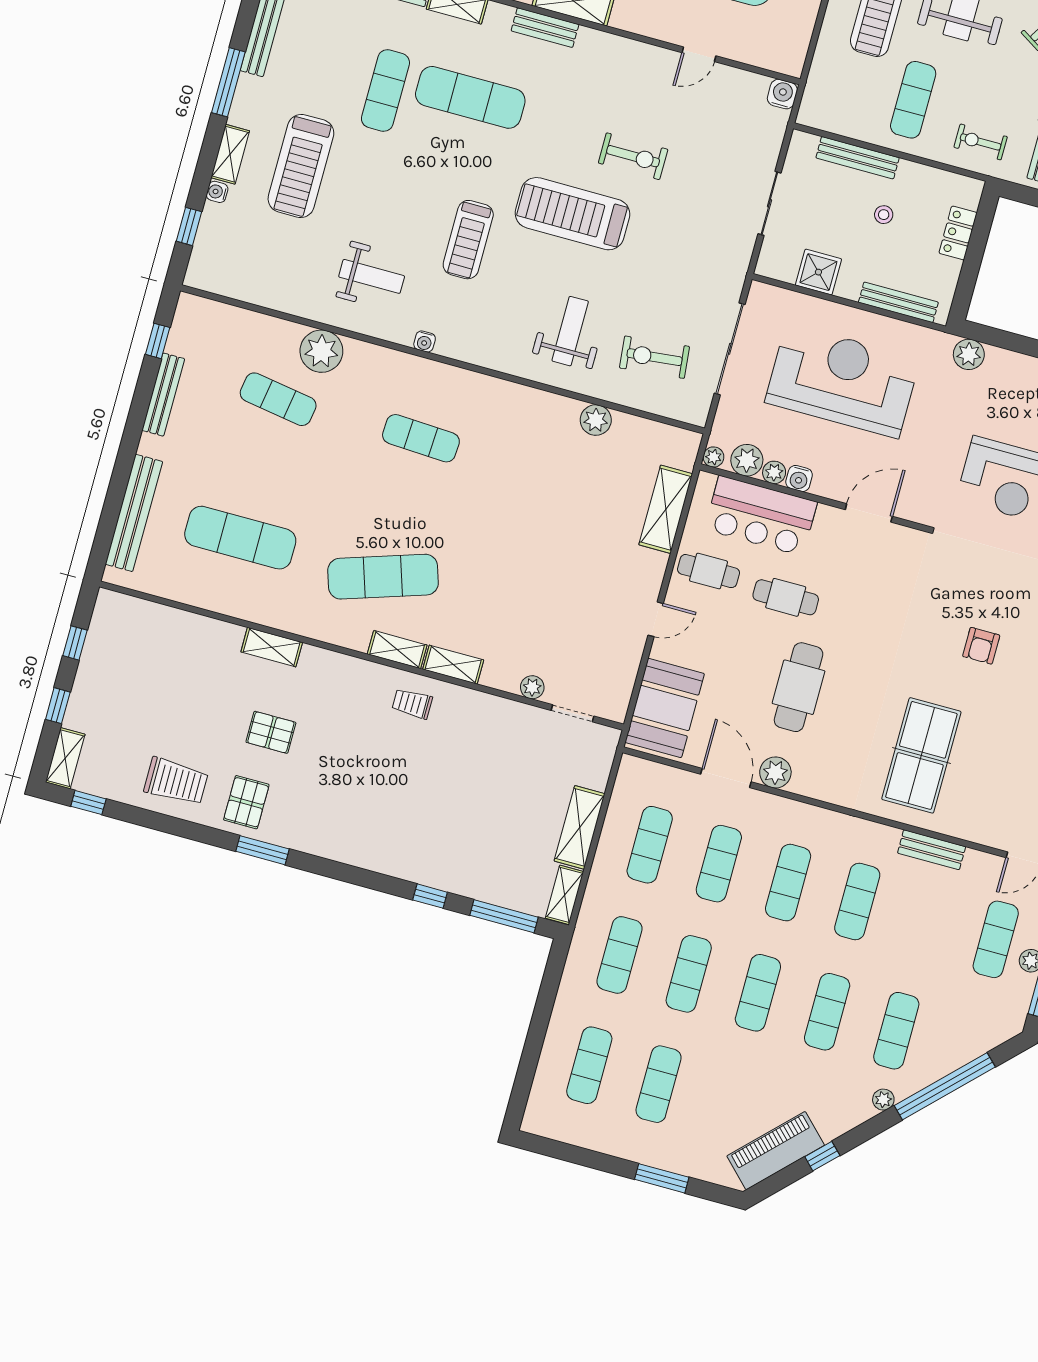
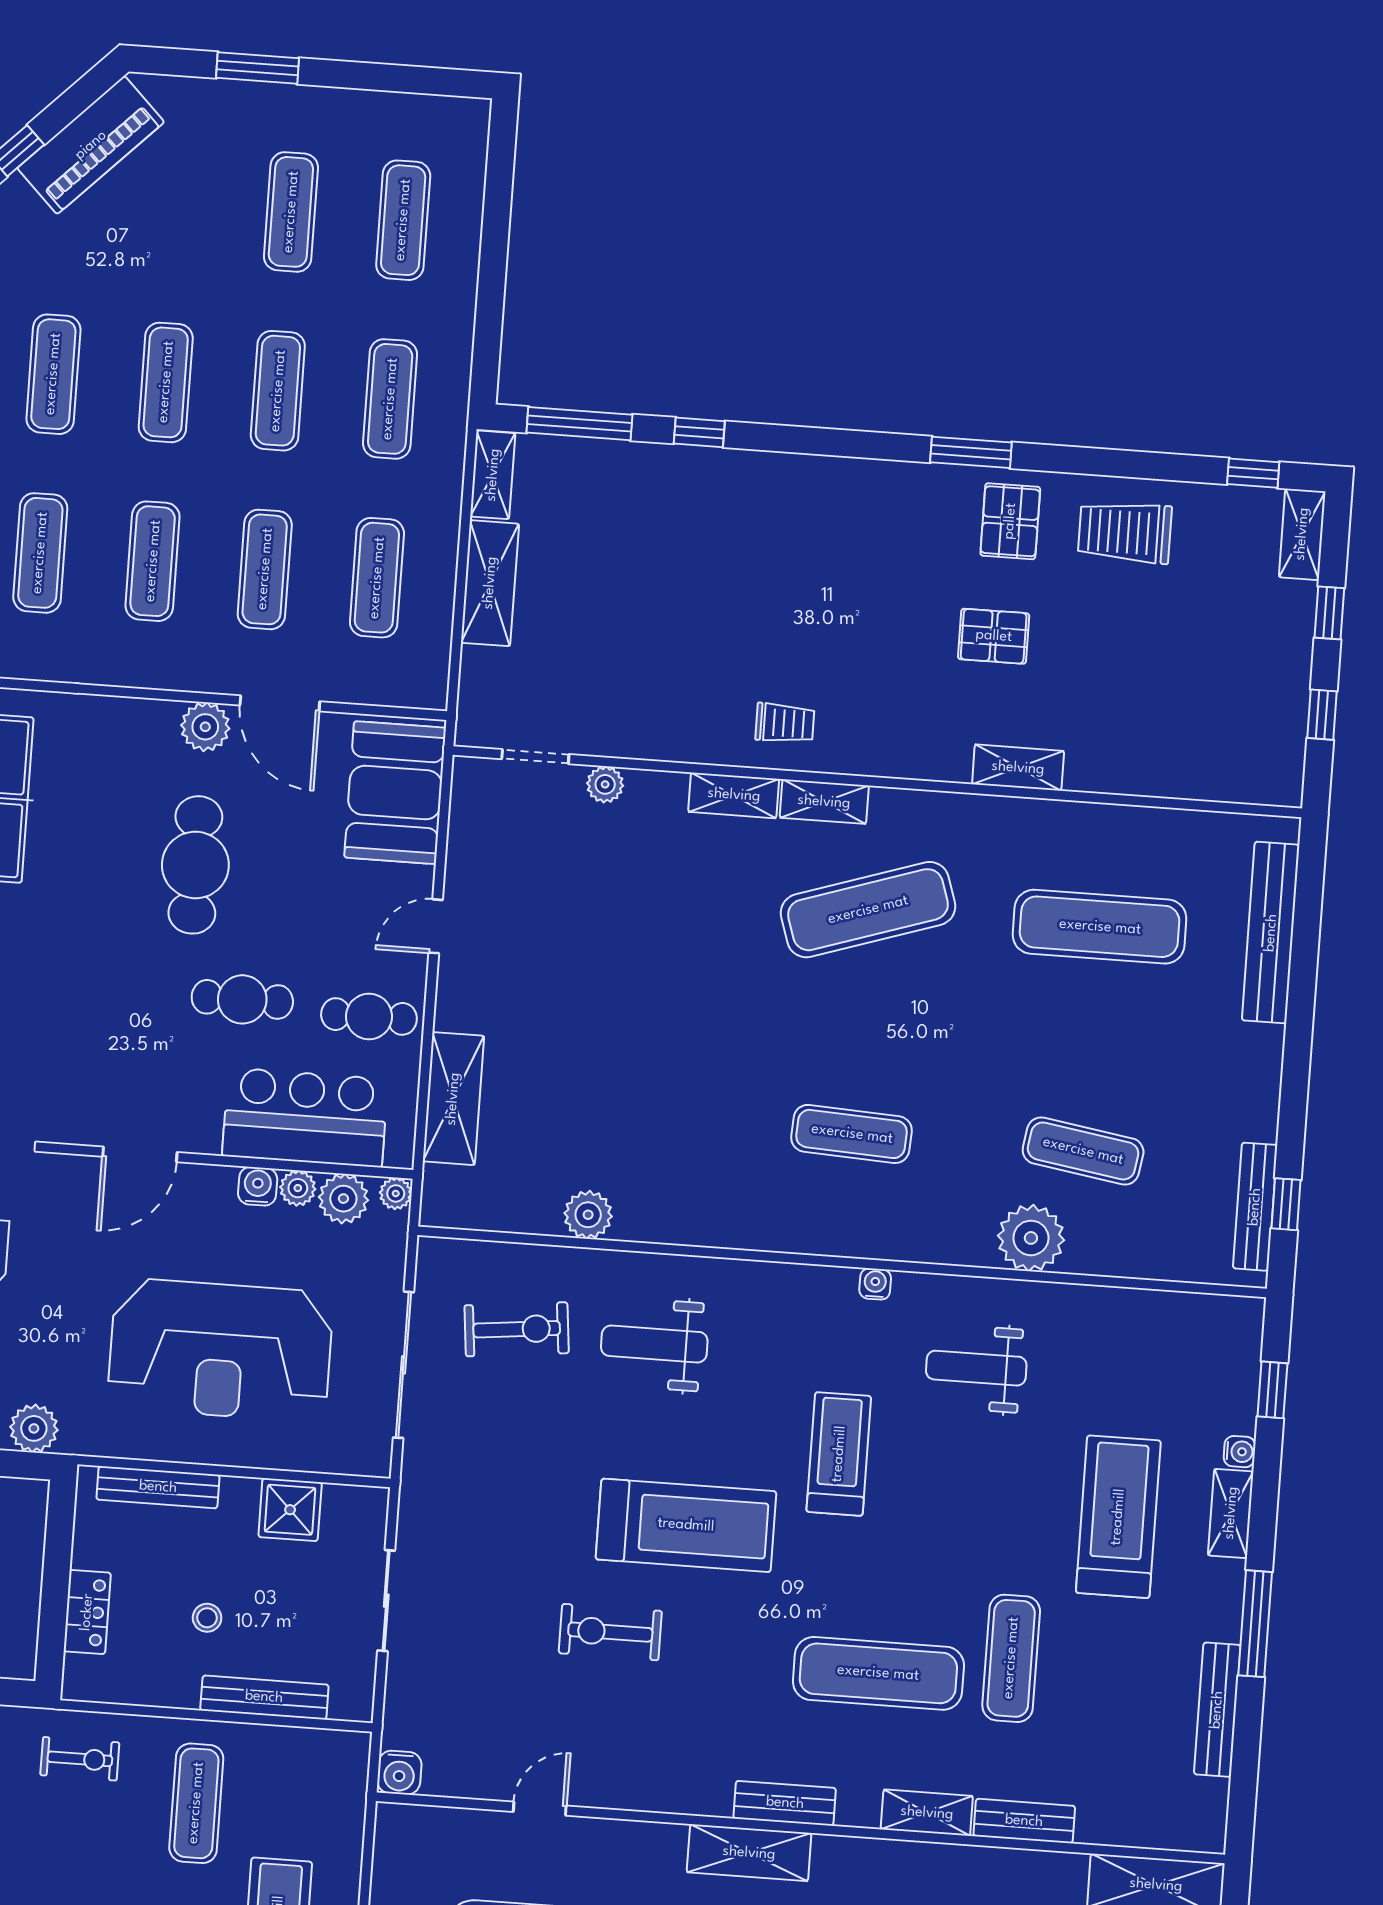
weight bench: (570, 331) -> (654, 1344), turned 90
bench: (163, 395) -> (1255, 1207), moved

